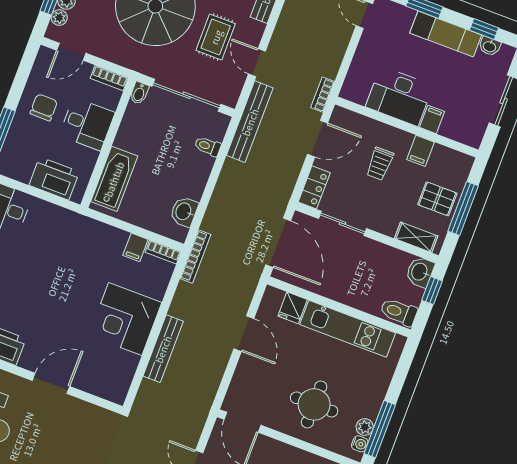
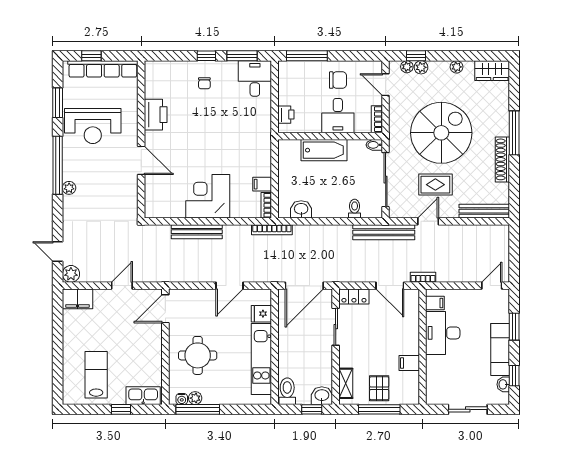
filing cabinet: (432, 119) -> (435, 303), moved
trolley: (380, 164) -> (389, 337), removed
printer: (54, 178) -> (286, 115), width x0.53, depth x0.68
bathtub: (114, 179) -> (324, 150), moved

